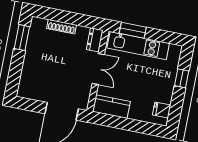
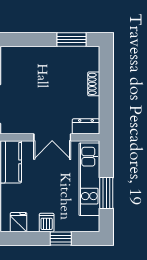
shoe rack: (61, 27) -> (94, 84), width x0.70
window: (133, 30) -> (106, 193), moved
dishwasher: (166, 87) -> (47, 223), added

